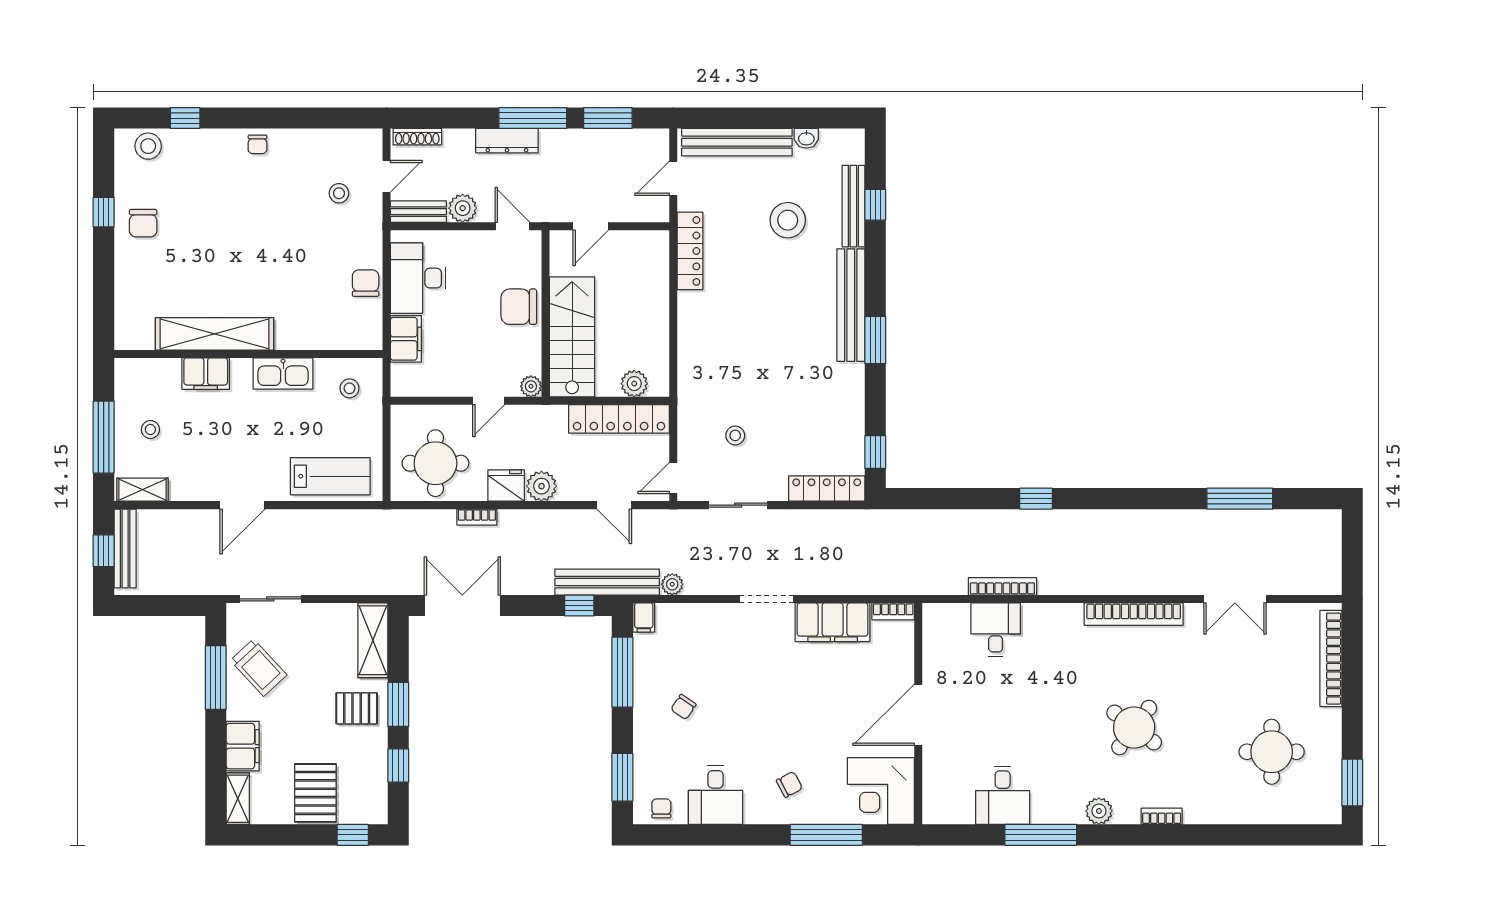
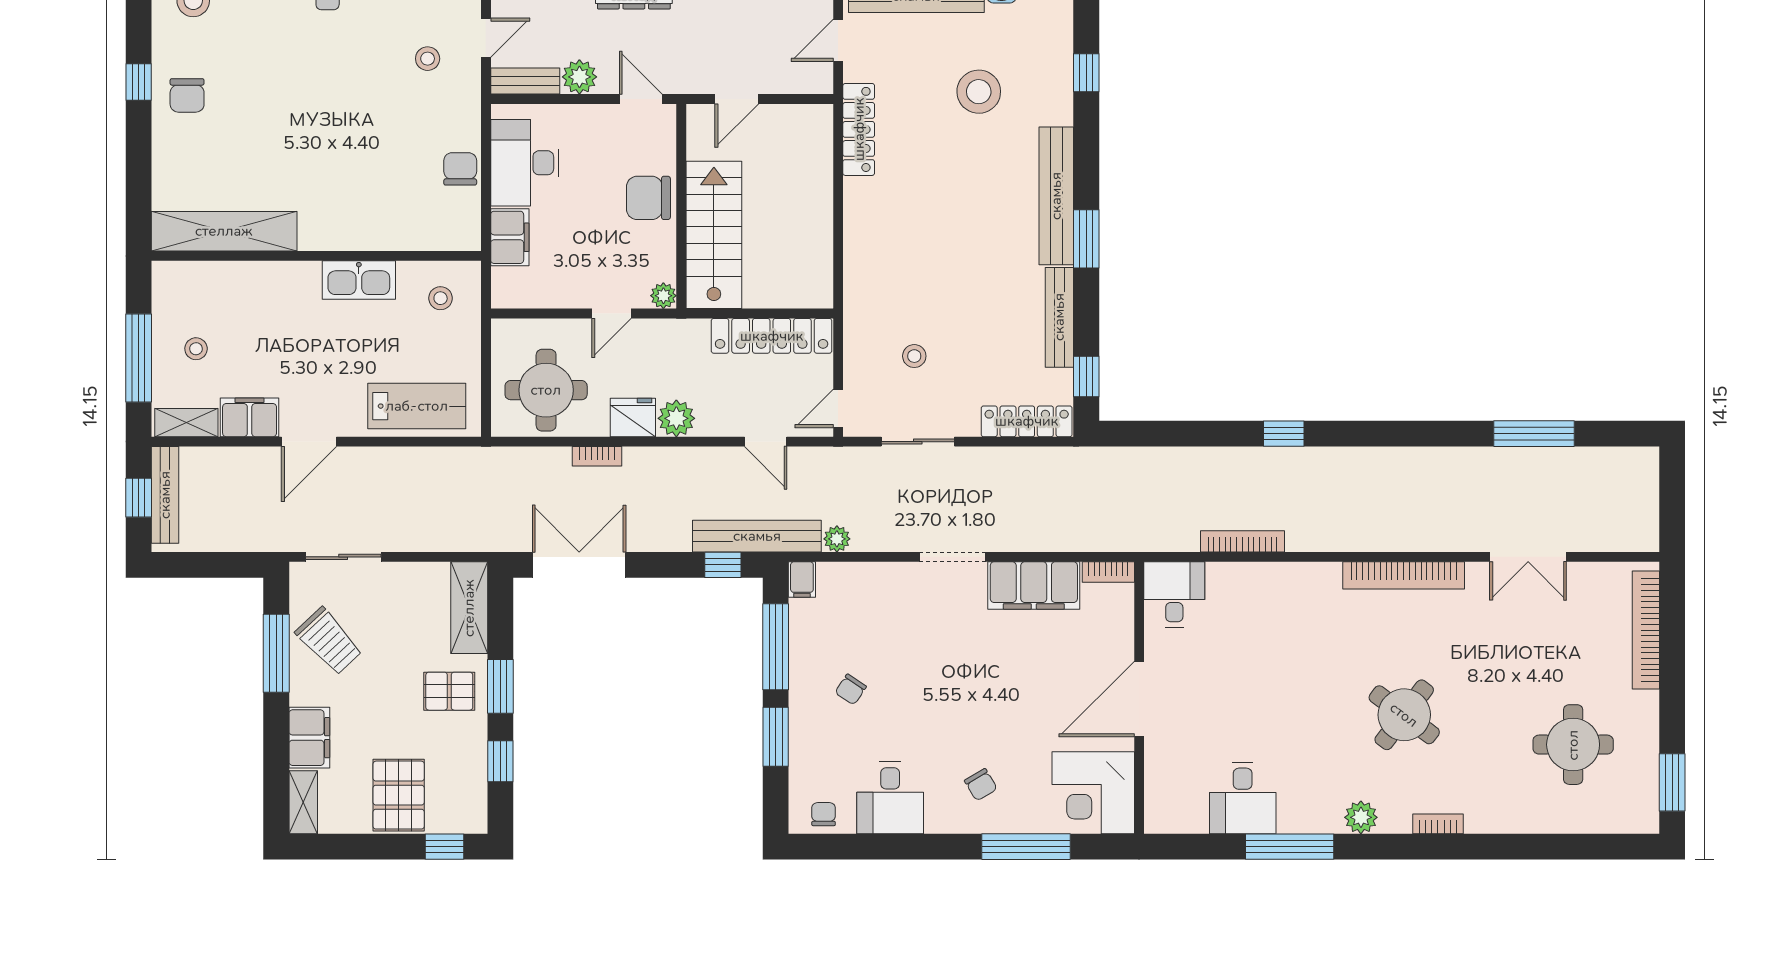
bench: (853, 206) -> (1059, 317), moved
shelving: (215, 334) -> (224, 231), moved
filing cabinet: (206, 374) -> (250, 417), moved, turned 180
plant: (634, 384) -> (790, 292), removed
desk: (996, 630) -> (1174, 594), moved
window: (622, 777) -> (776, 737), moved
chair: (789, 784) -> (981, 785), turned 87

